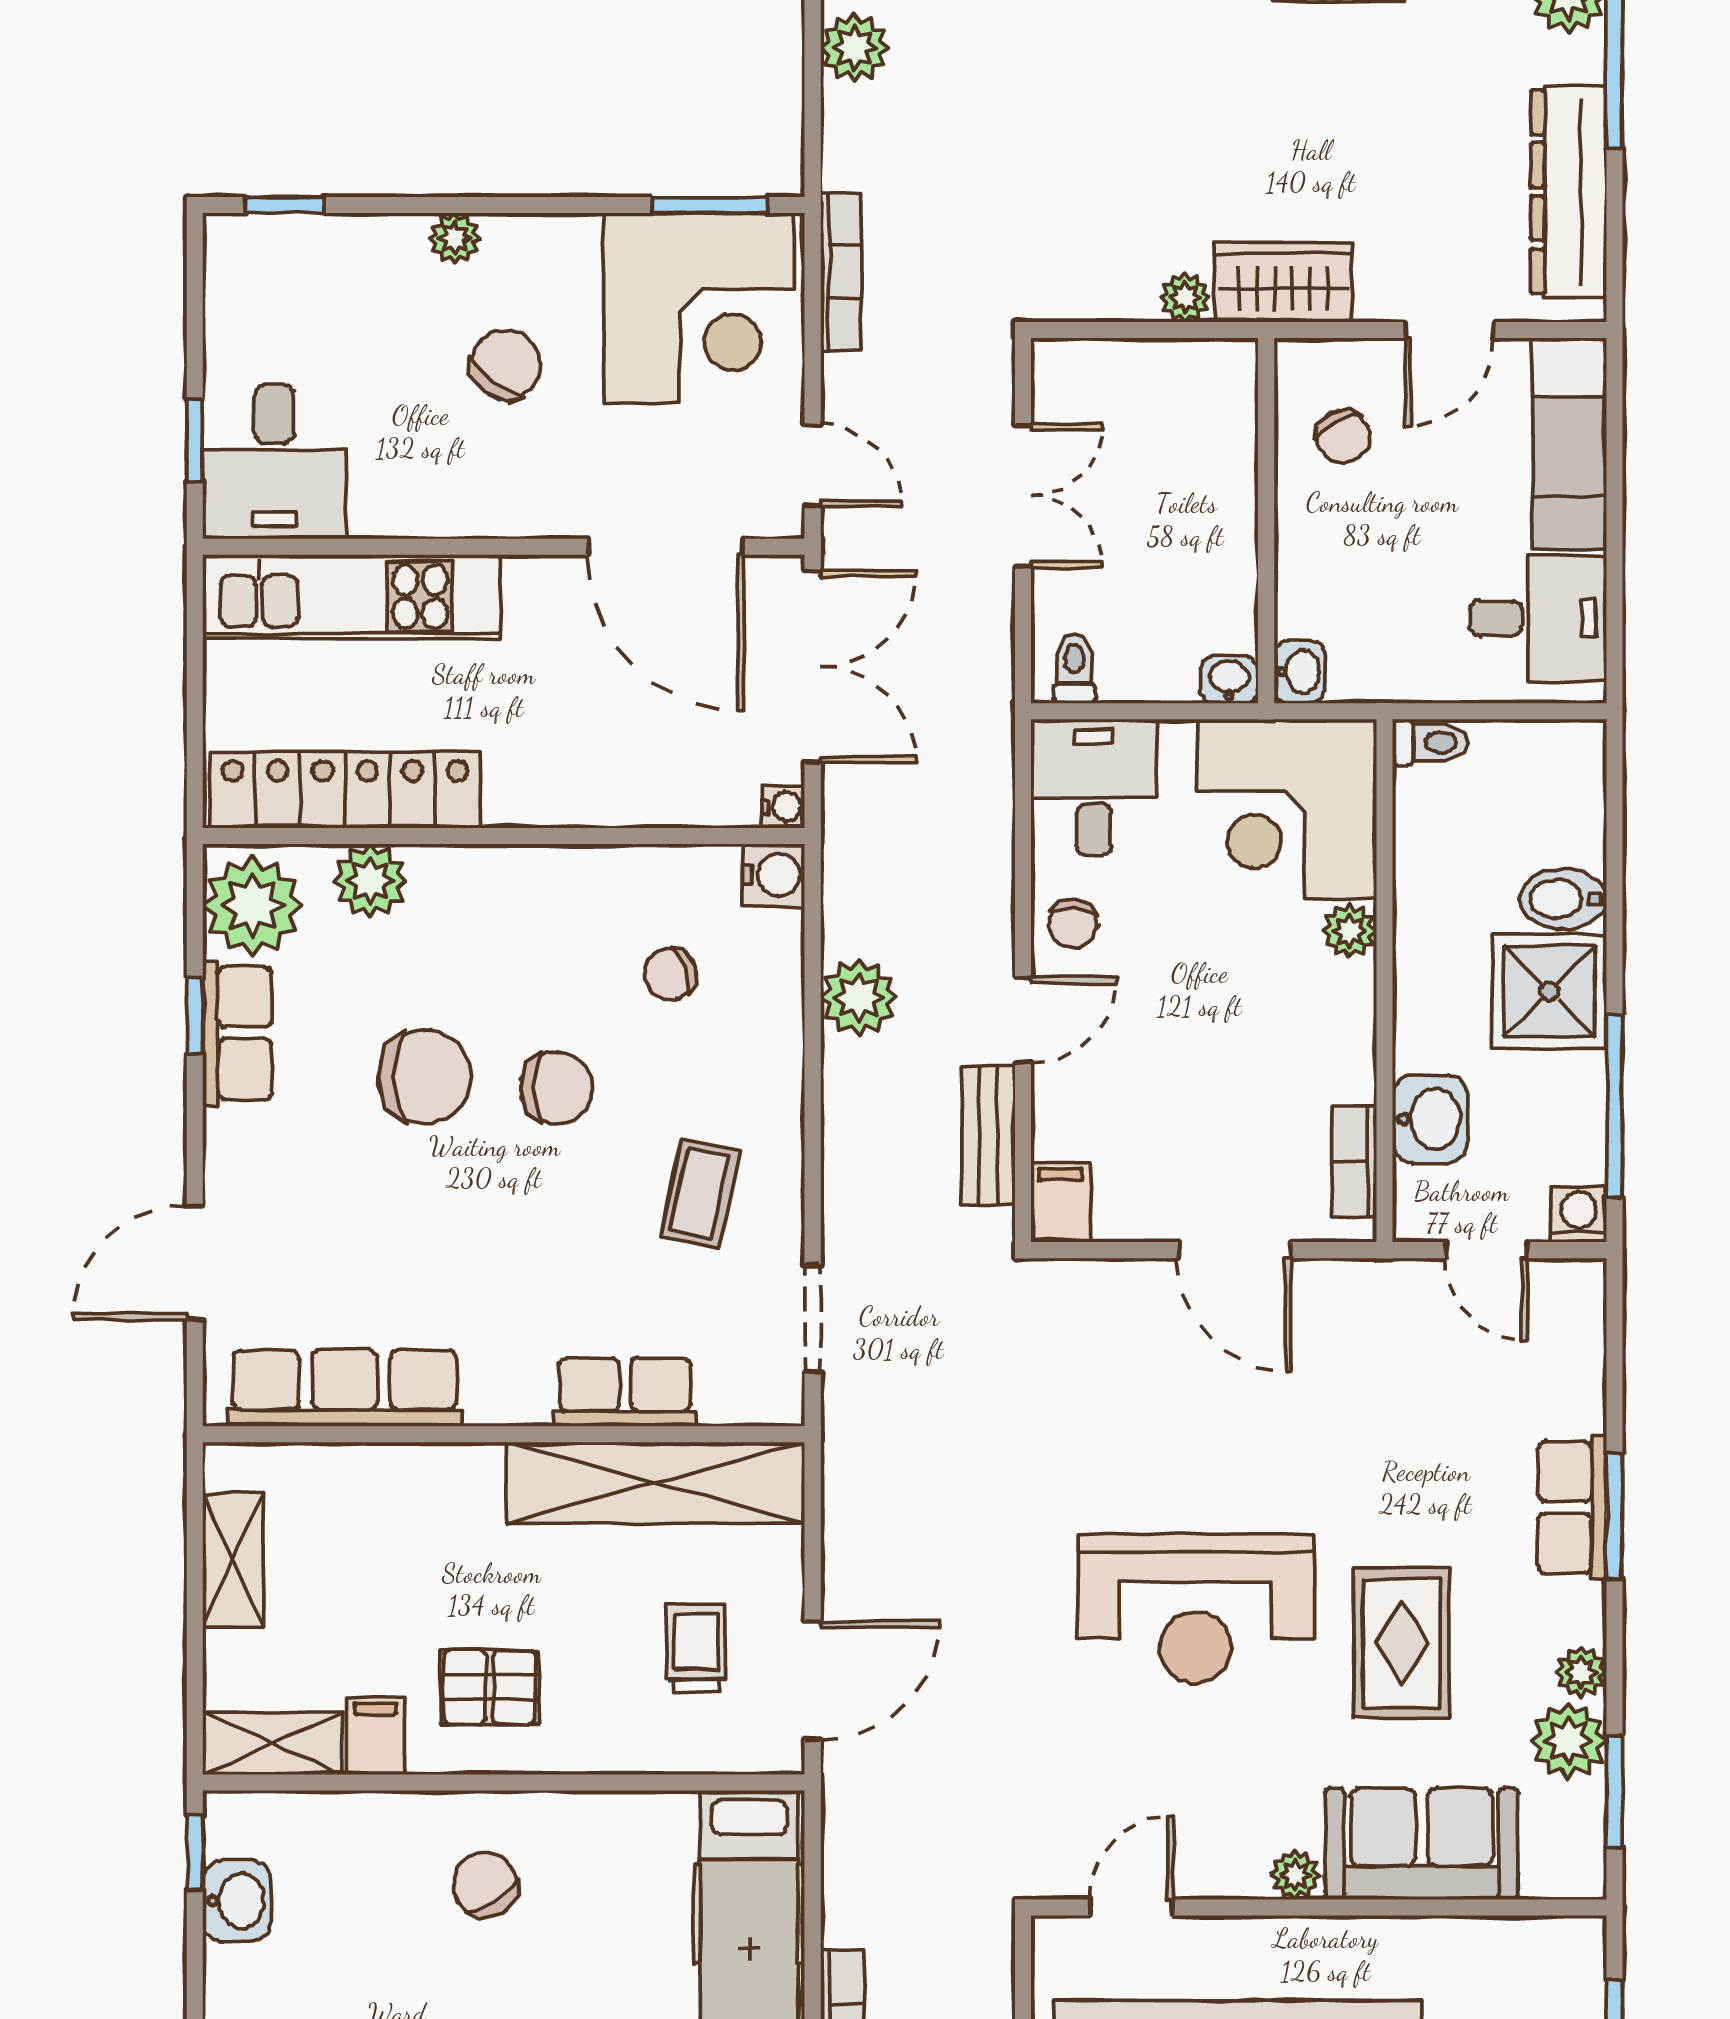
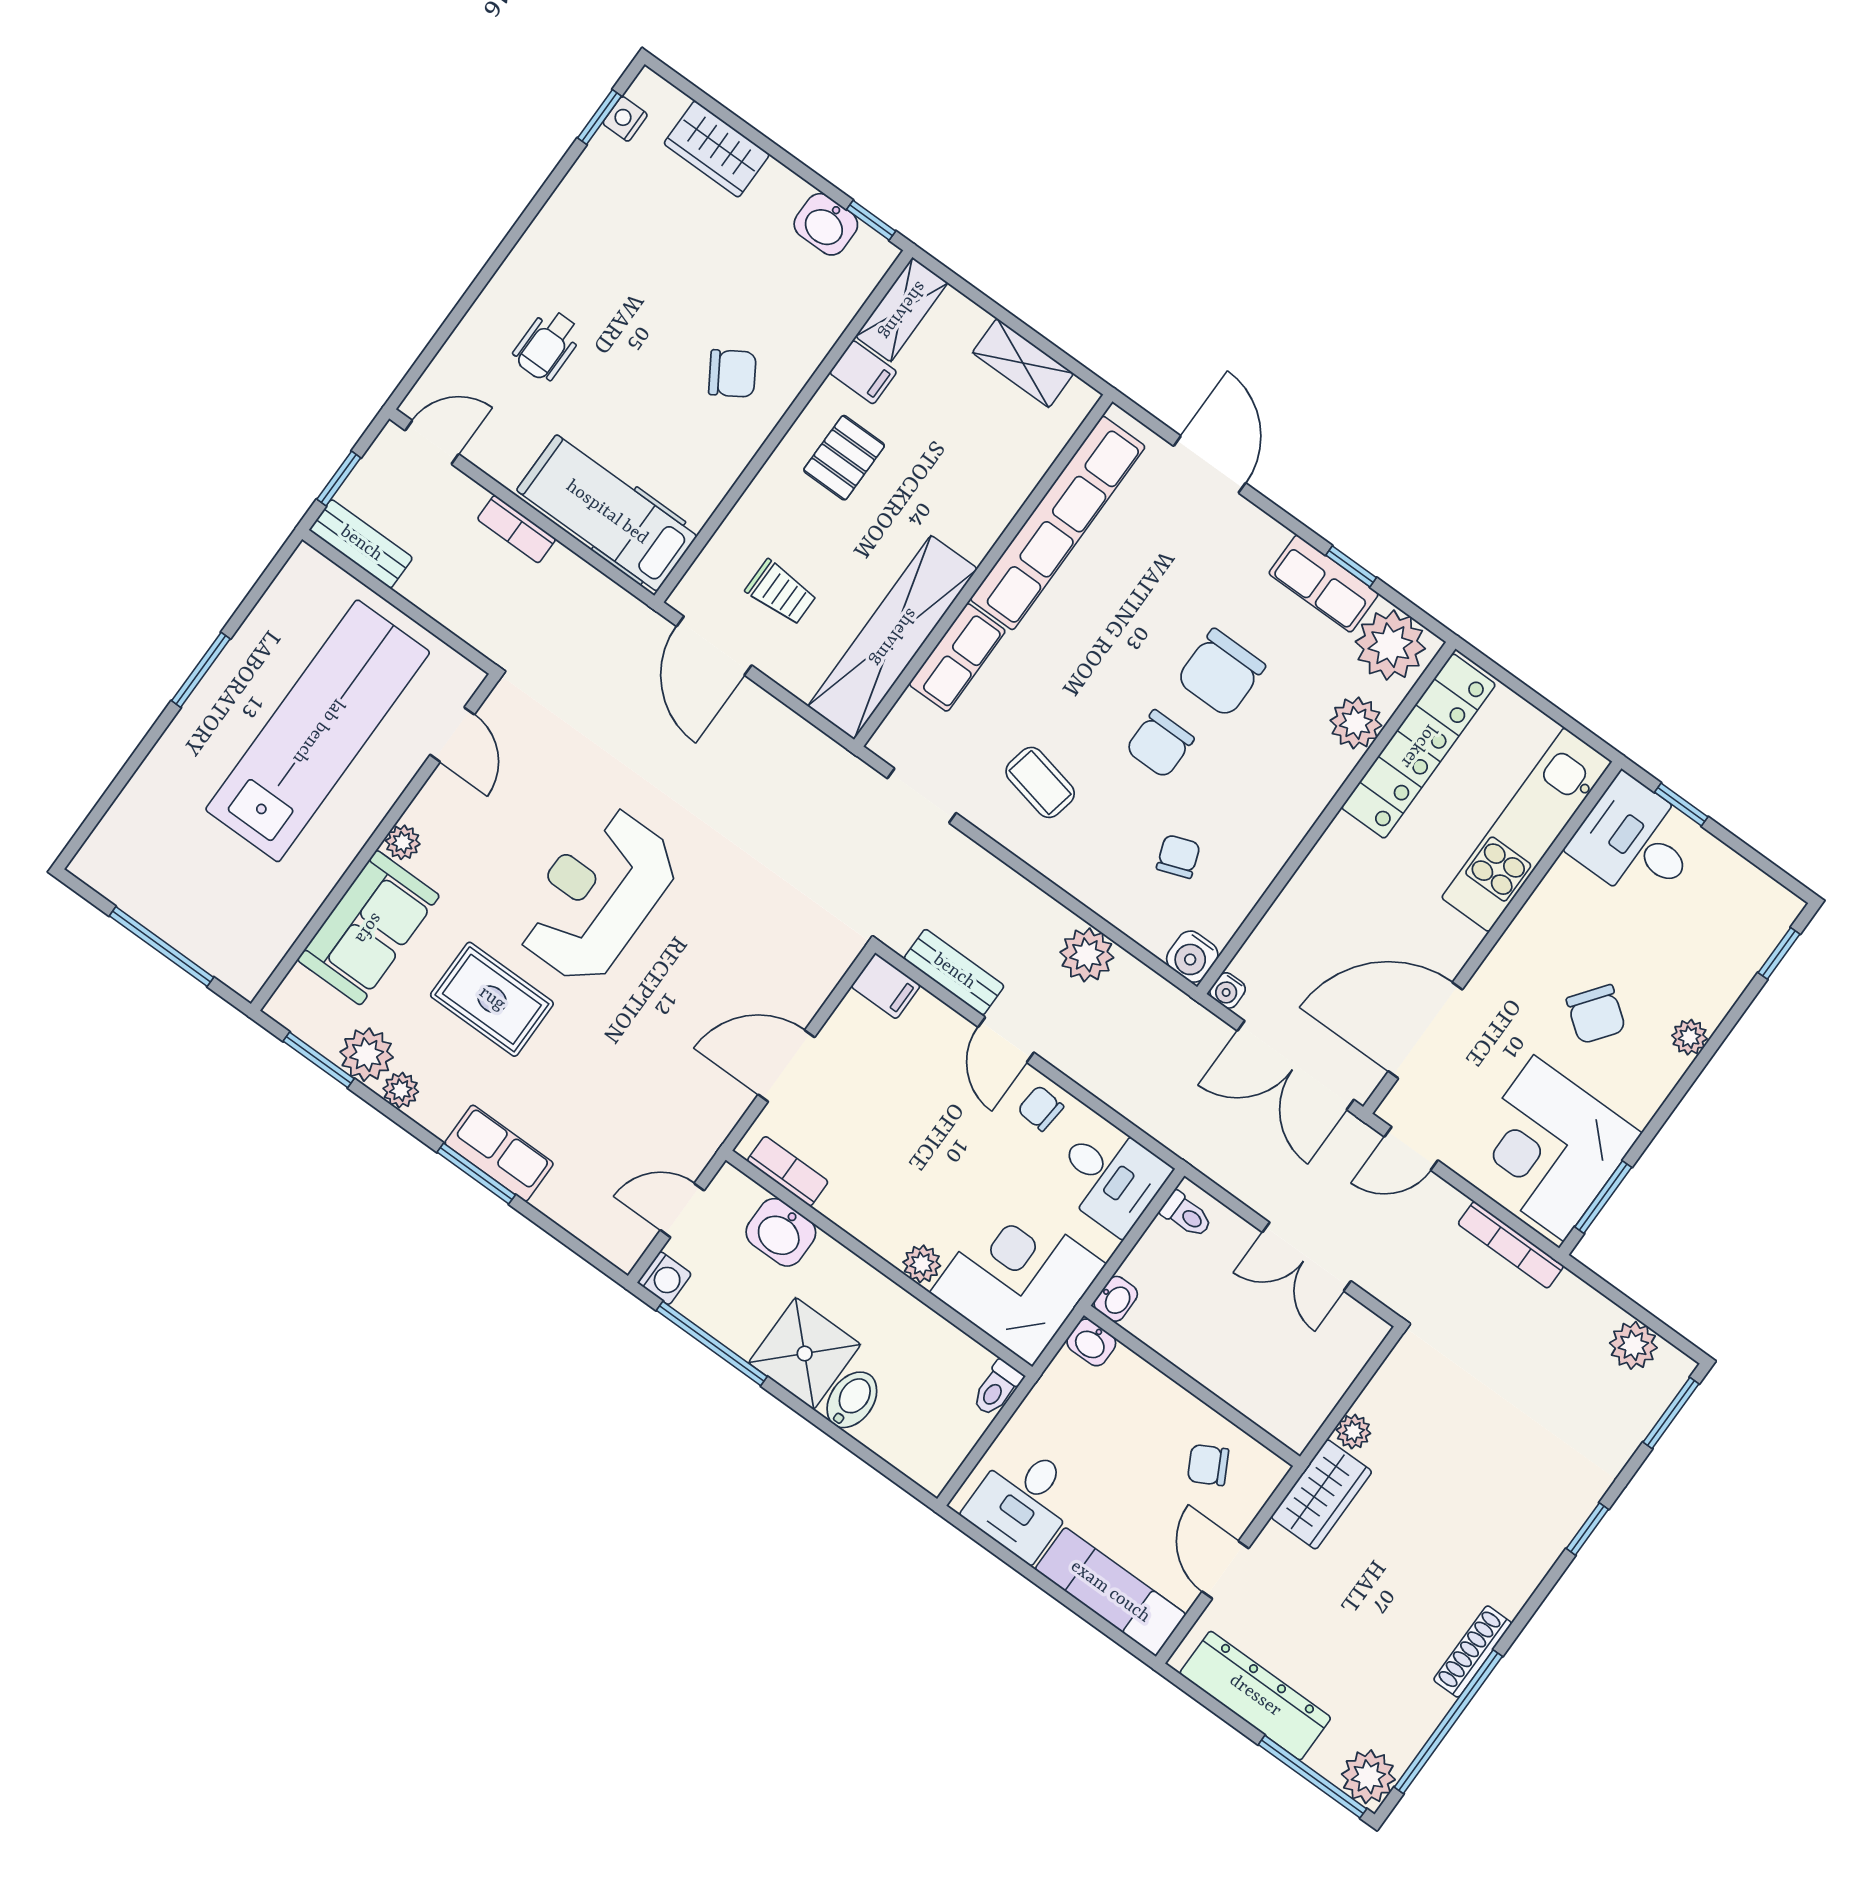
row of seats: (345, 1388) -> (1058, 523), width x1.36

